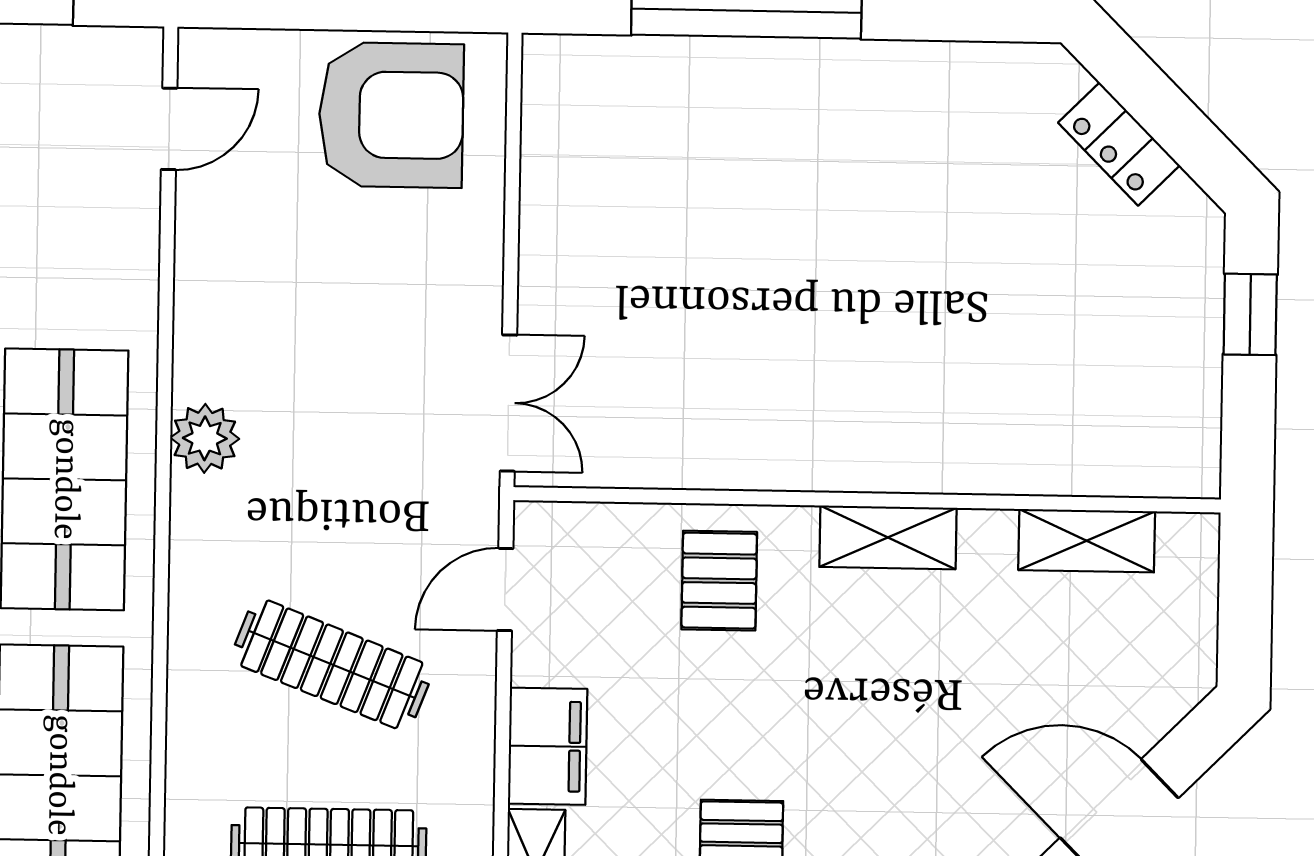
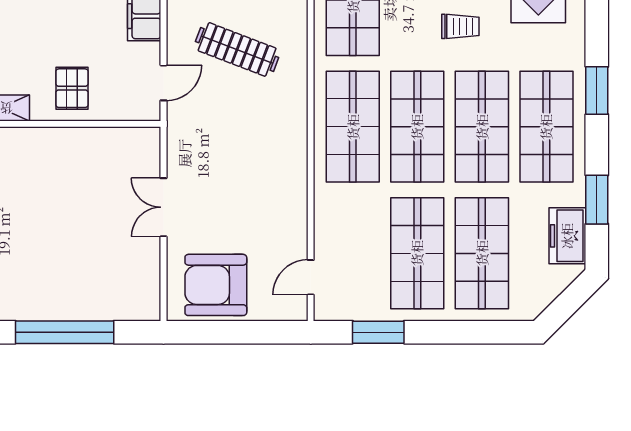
double door: (508, 403) -> (163, 207), moved
plant: (205, 438) -> (293, 145), removed

